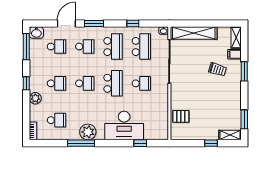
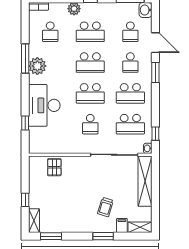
window: (133, 23) -> (155, 134), moved
school desk: (56, 83) -> (90, 32), width x1.85
school desk: (85, 83) -> (90, 63), width x1.85

